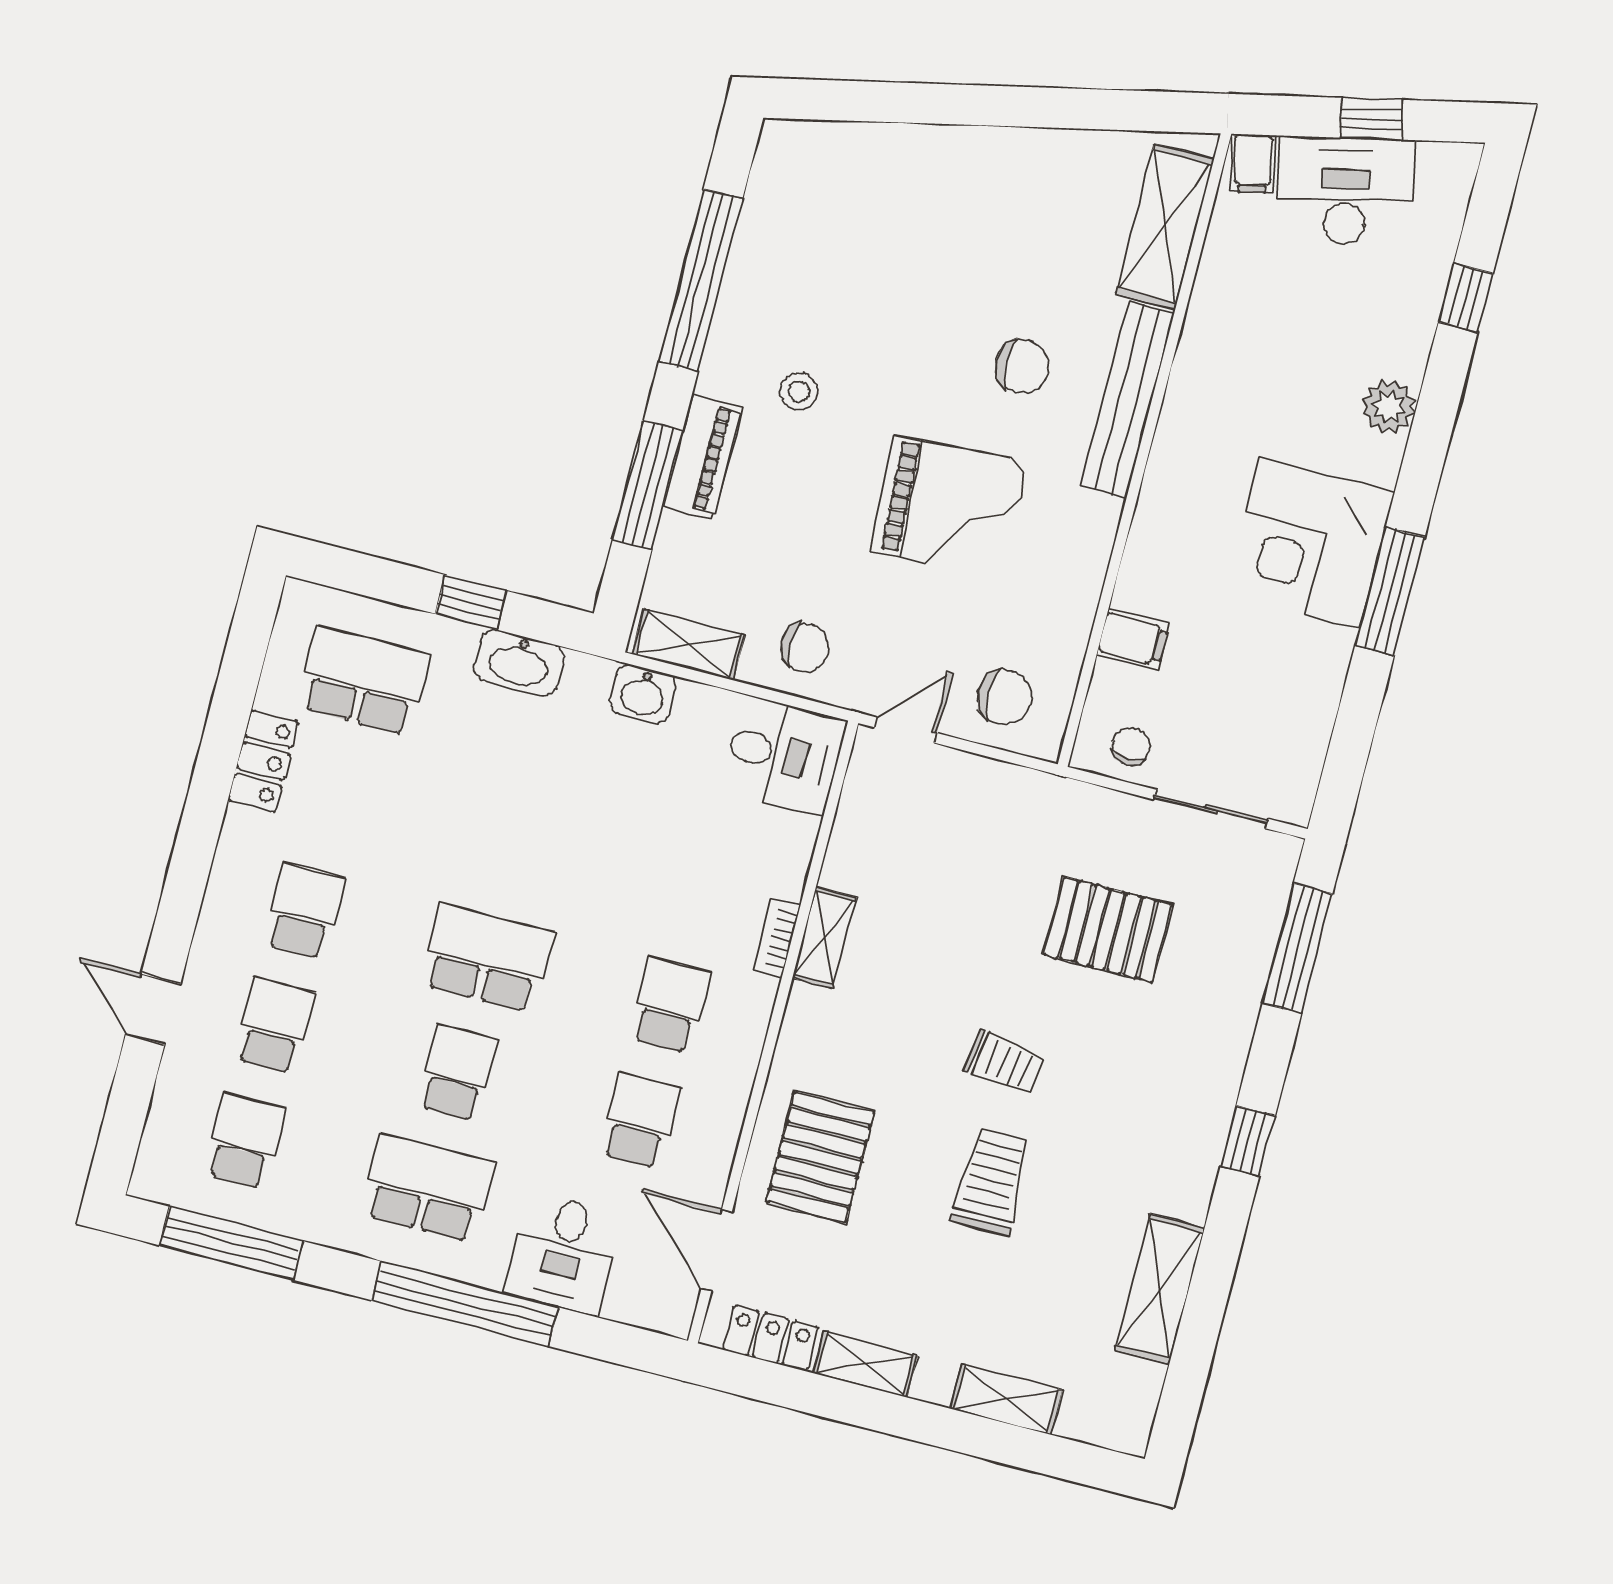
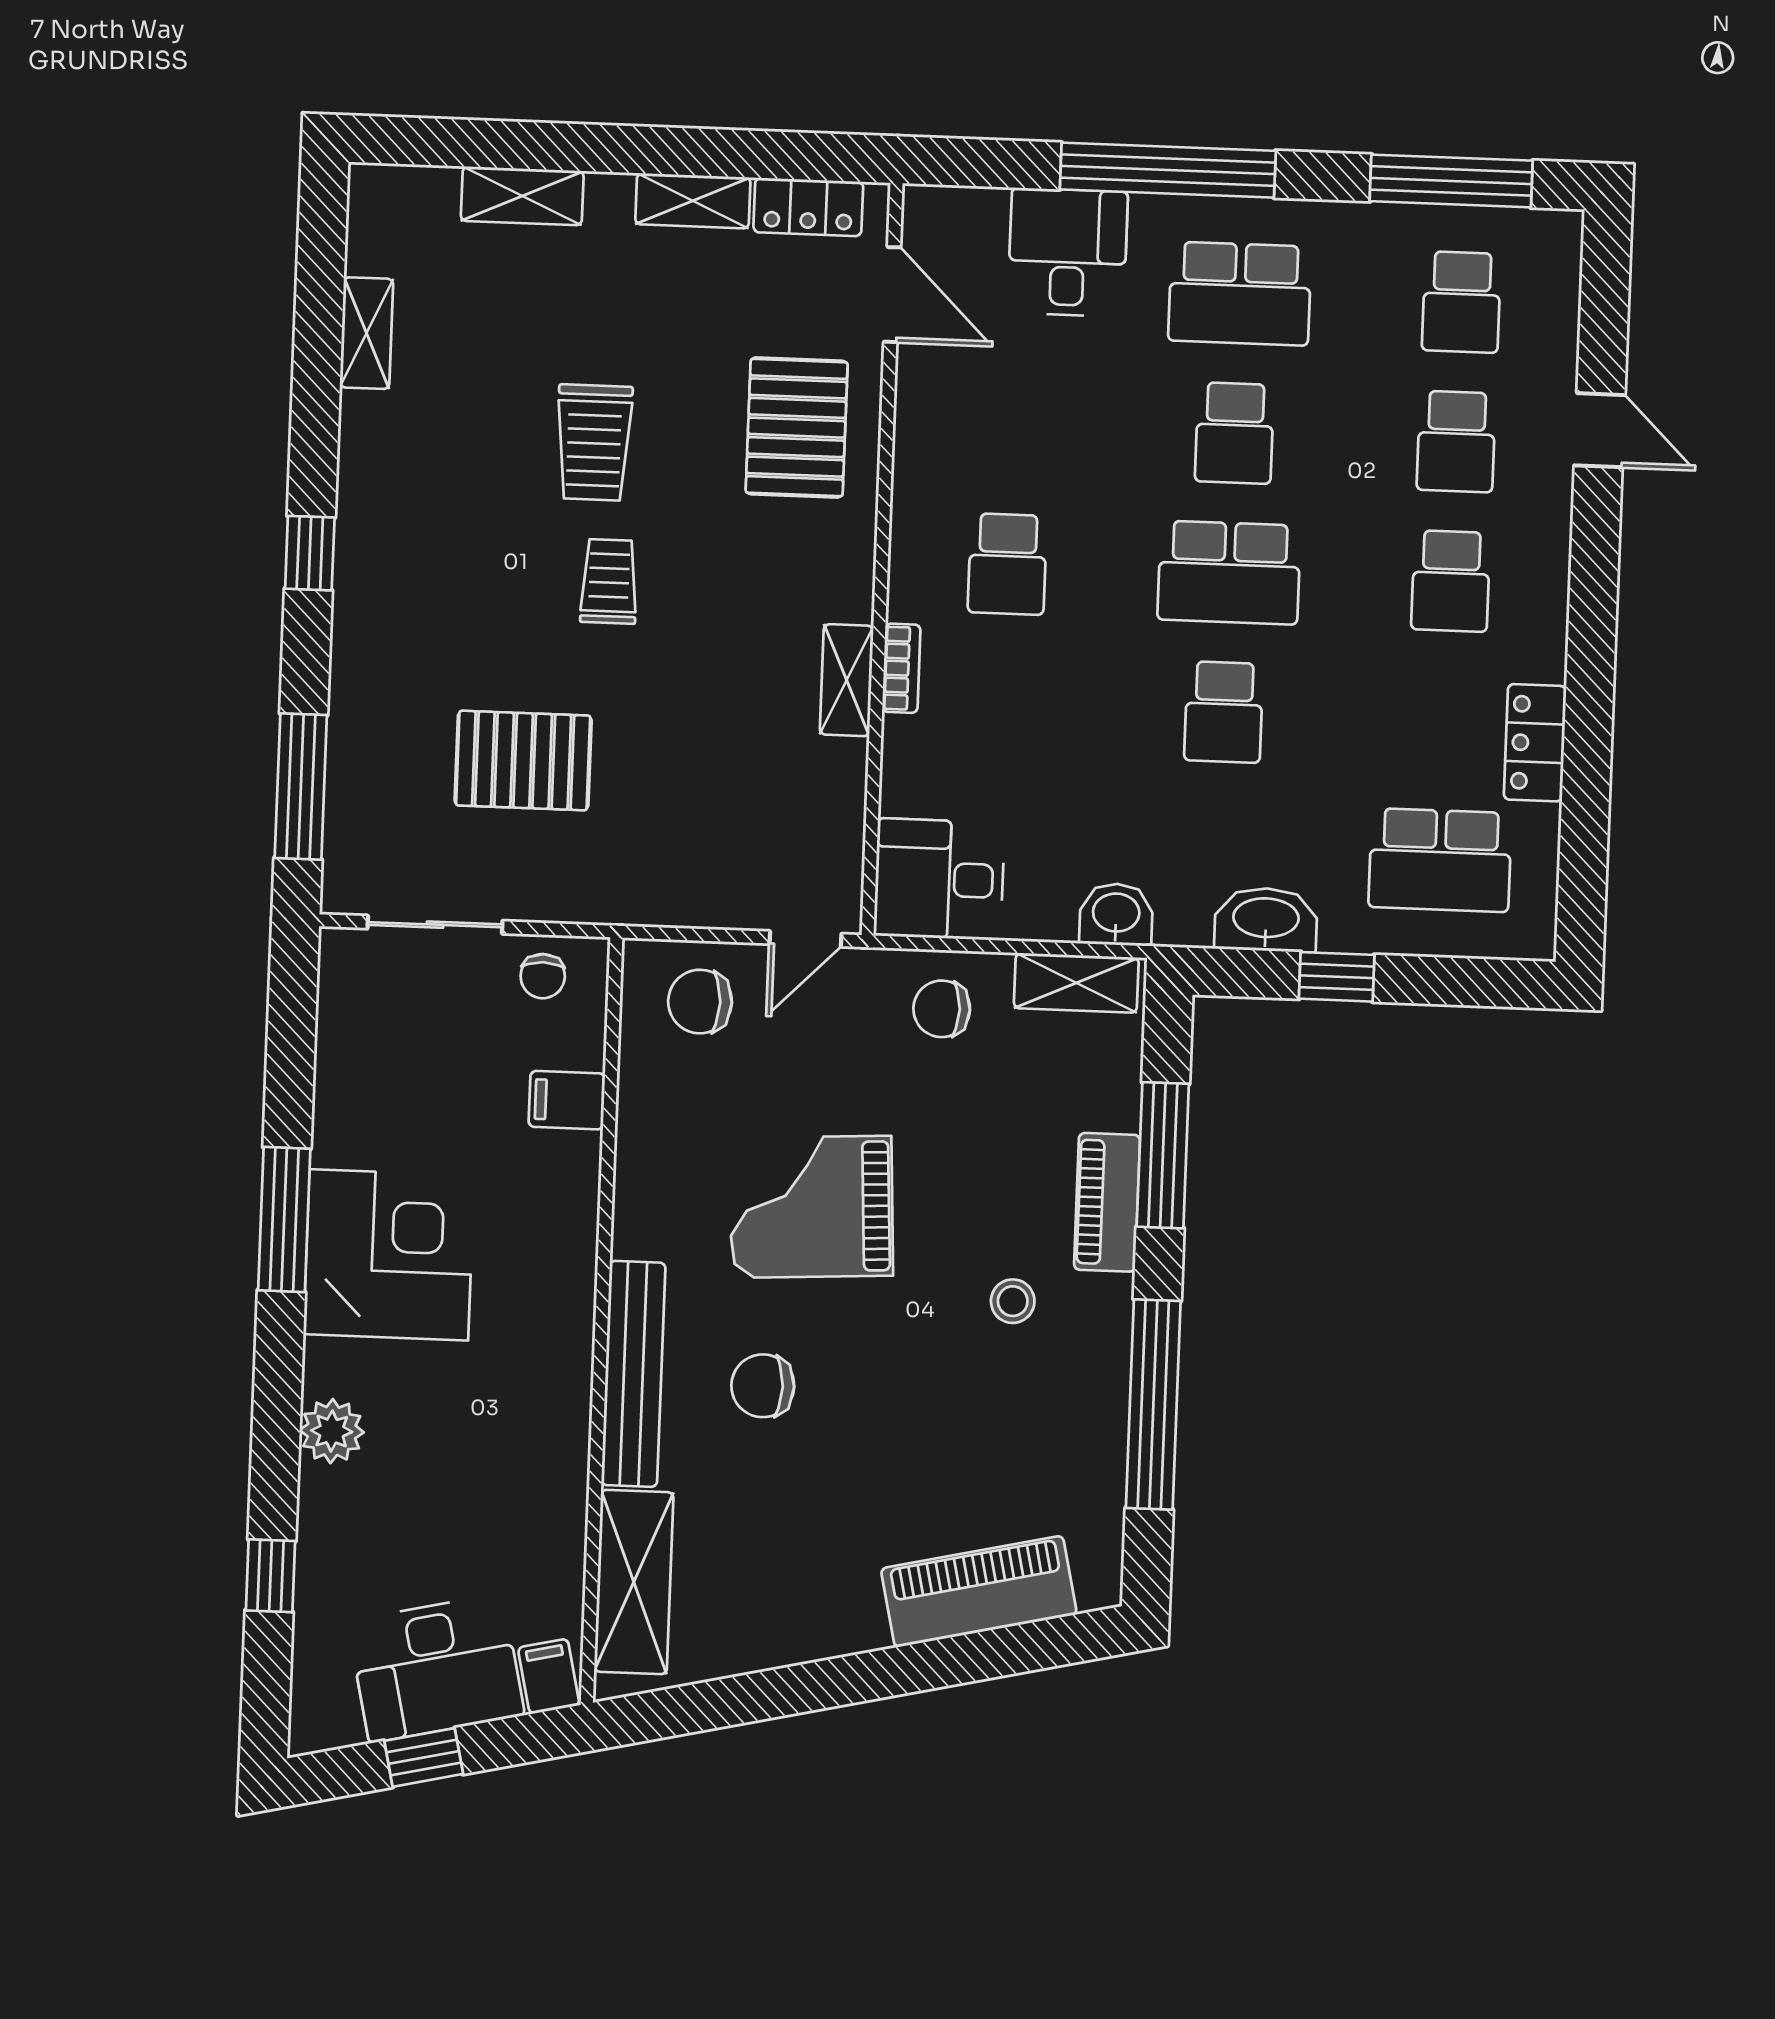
piano: (880, 156) -> (979, 1592), added
trolley: (1004, 1063) -> (609, 581), turned 82
school desk: (640, 1120) -> (1224, 712), moved
shelving: (1160, 1289) -> (366, 333), width x0.67, depth x0.75

